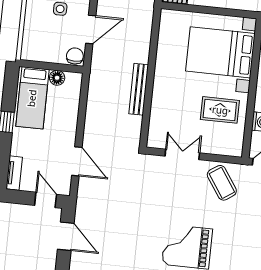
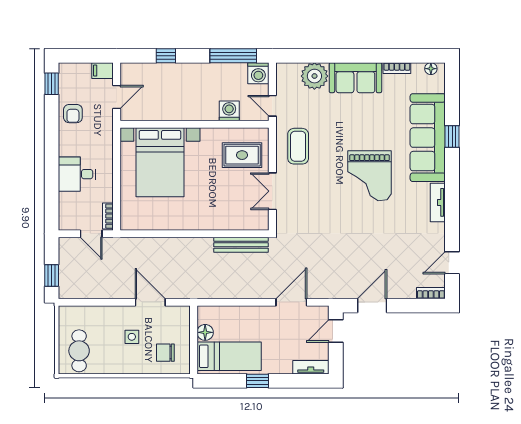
chair: (75, 56) -> (165, 353), moved
bench: (139, 89) -> (241, 245), moved
rug: (220, 110) -> (242, 155), moved, turned 90
coffee table: (222, 183) -> (298, 146), turned -56

